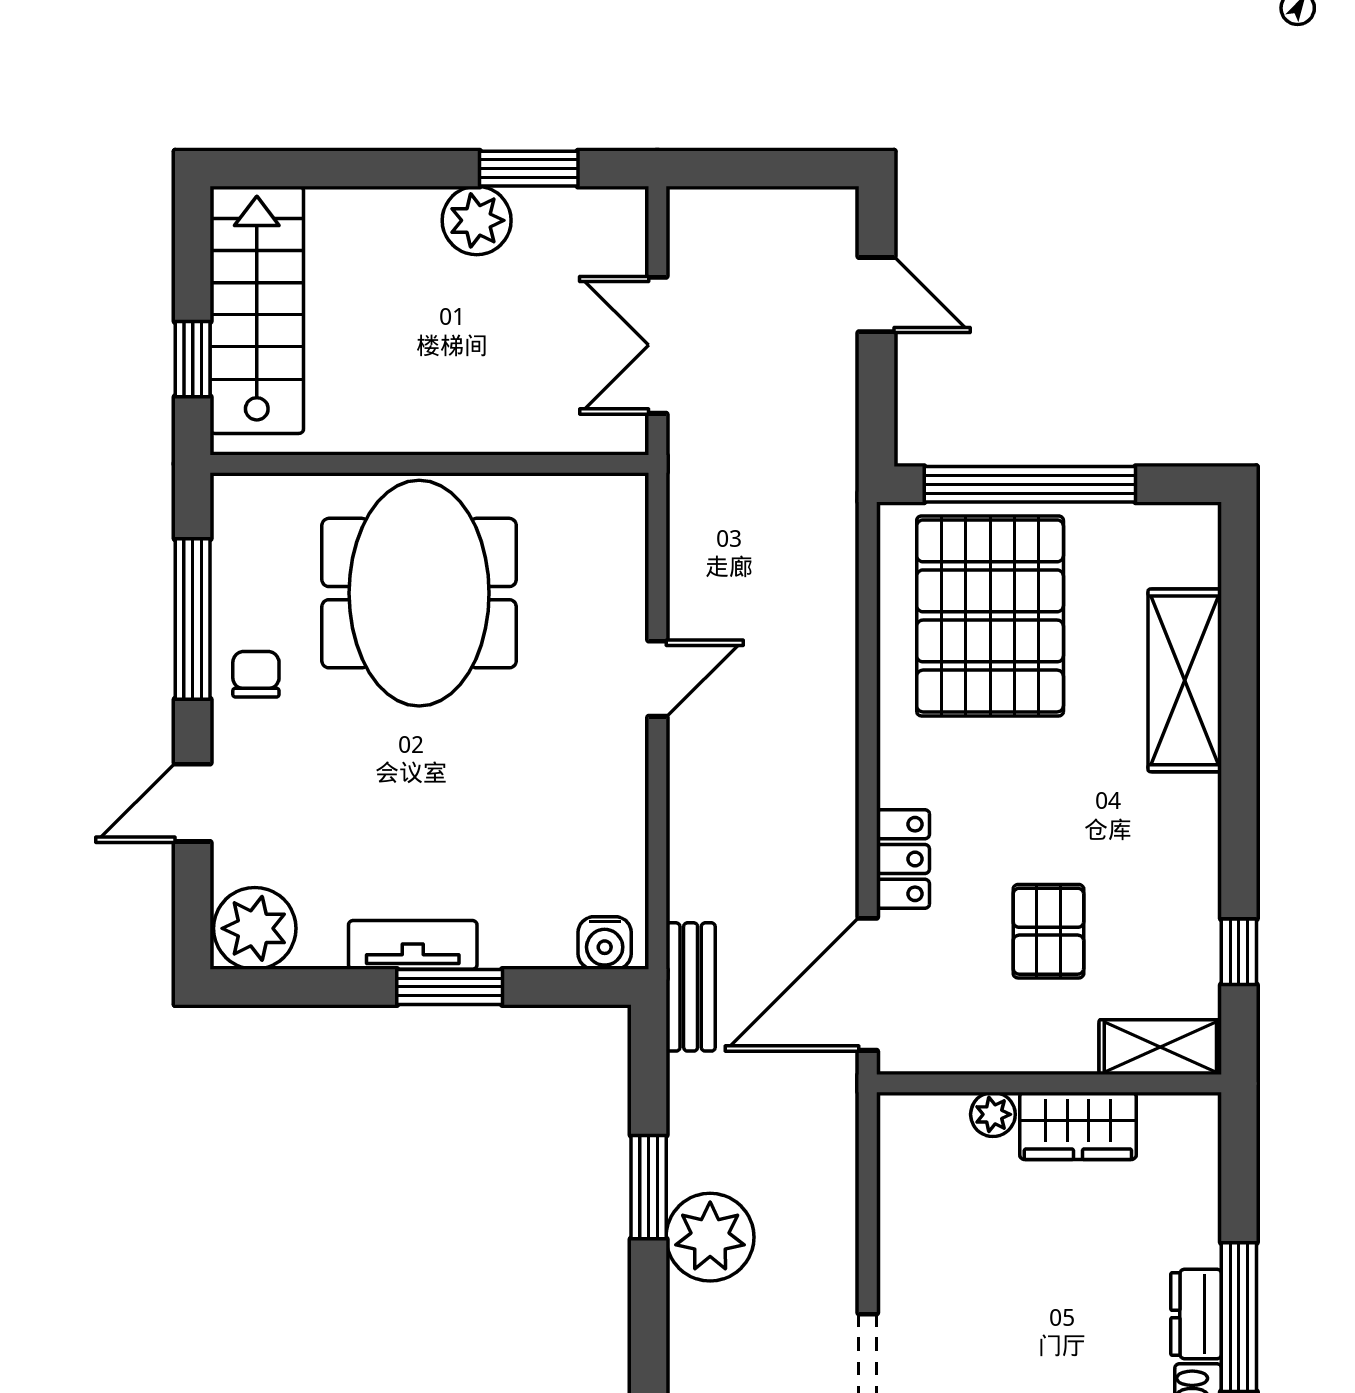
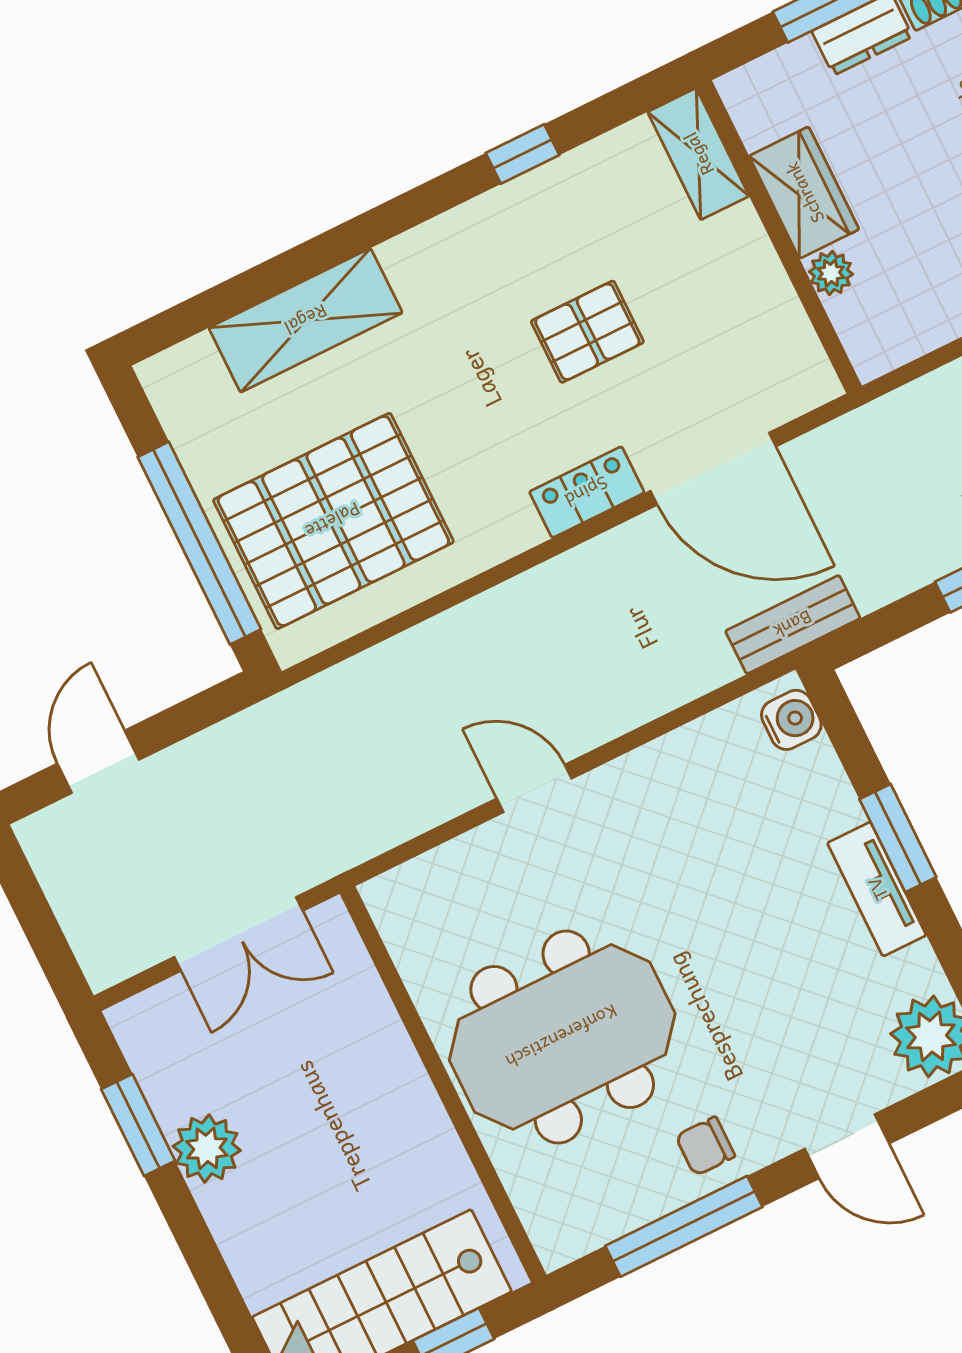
shelving: (1160, 1047) -> (698, 154), moved
wall: (1049, 1083) -> (779, 237), moved
plant: (993, 1114) -> (831, 273), moved
wardrobe: (1078, 1126) -> (804, 193), moved

